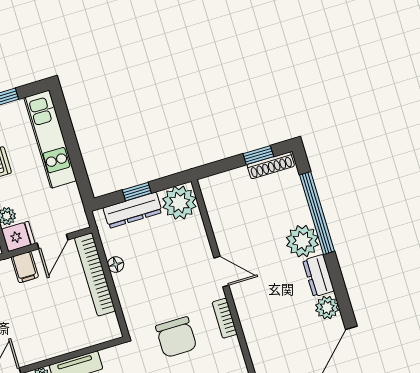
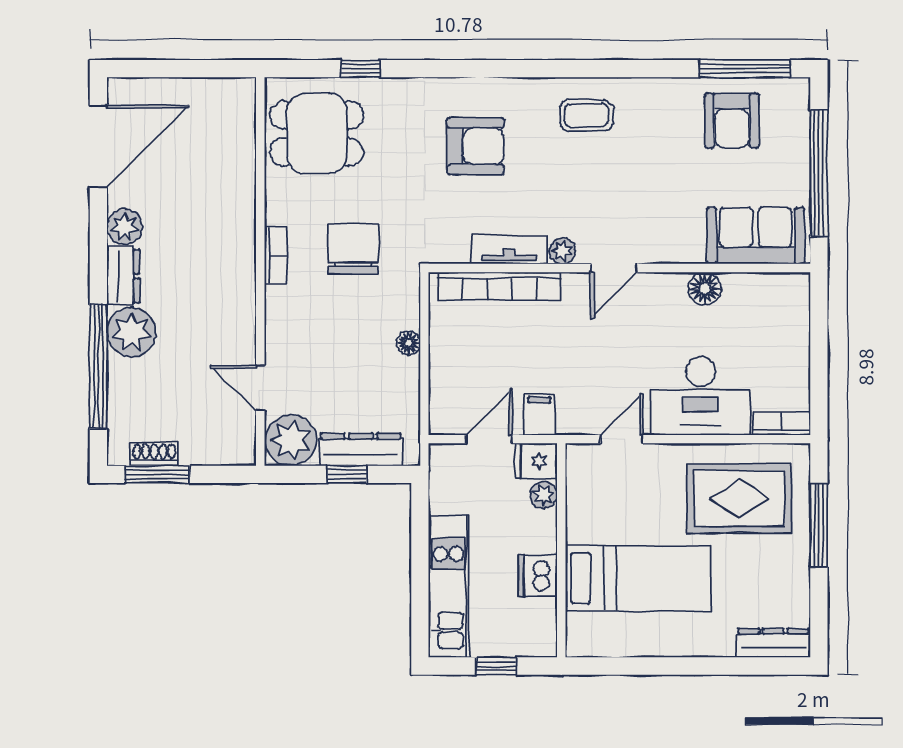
window: (258, 155) -> (158, 474), width x1.50
shoe rack: (271, 165) -> (154, 454), width x0.70
floor lamp: (116, 265) -> (408, 343), moved
door: (221, 272) -> (260, 388), moved
bookcase: (95, 274) -> (499, 286), moved, turned 90

